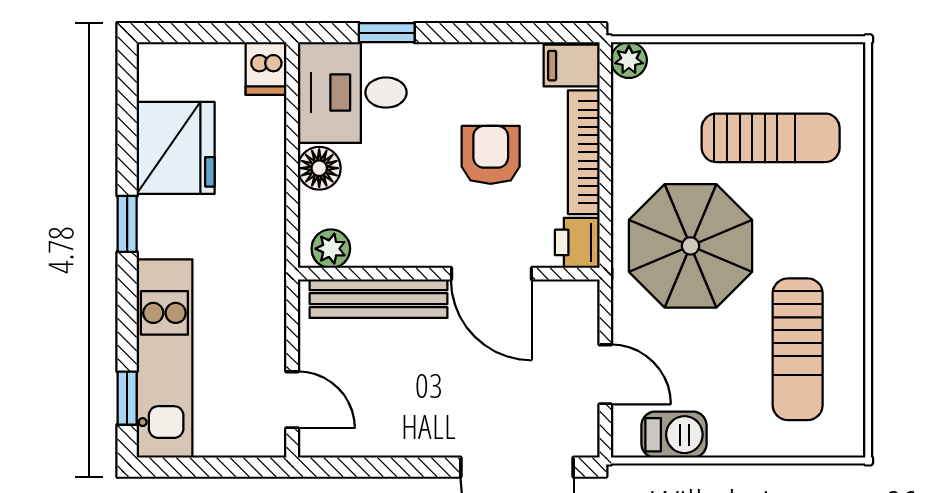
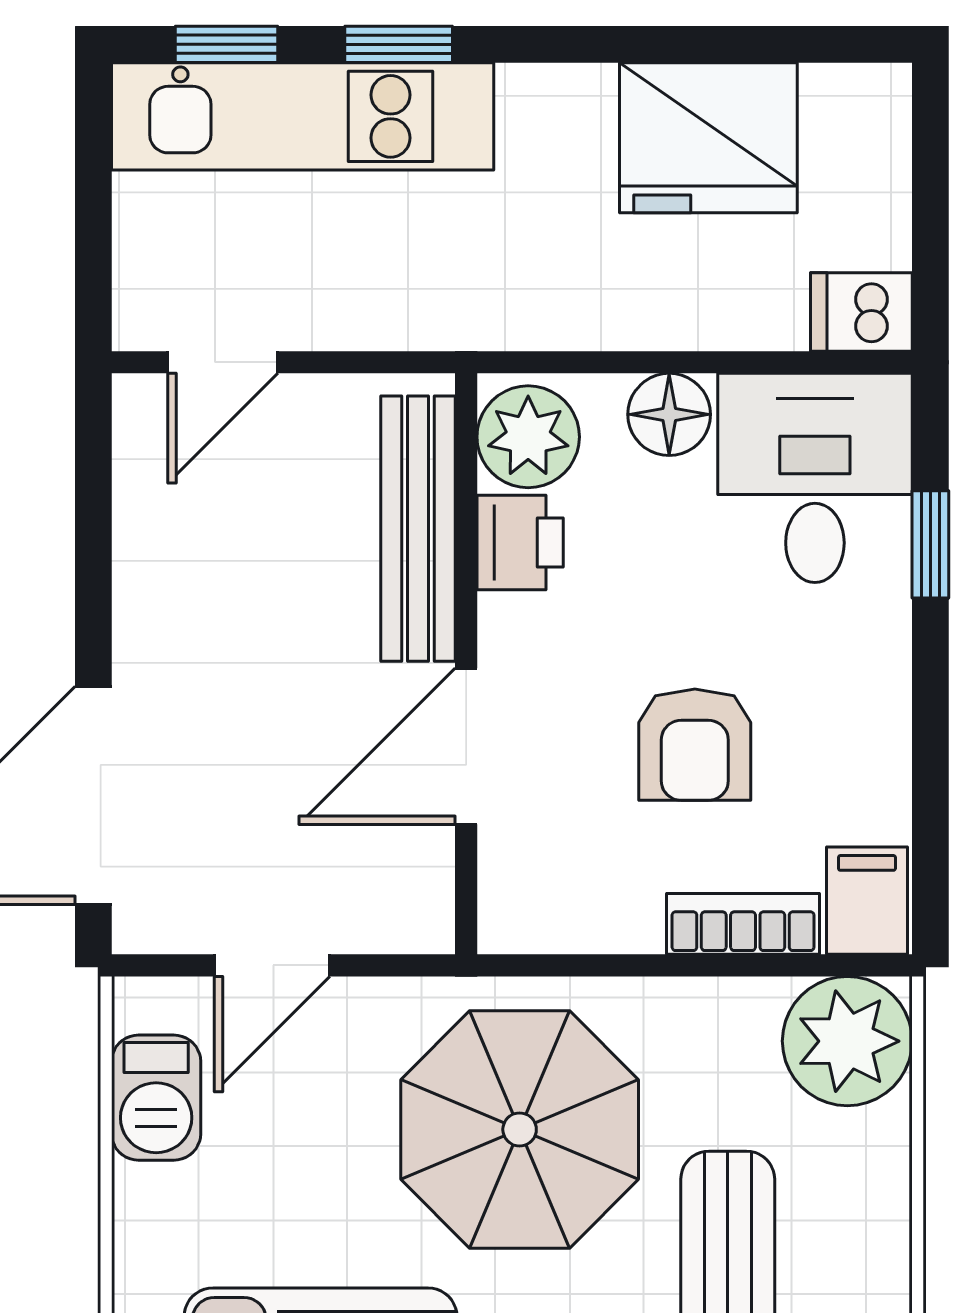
plant: (629, 60) -> (847, 1041), width x1.88, depth x1.88
bookcase: (584, 152) -> (743, 924), width x0.64
armchair: (491, 155) -> (695, 745), turned 90
window: (127, 224) -> (399, 44), moved
printer: (577, 242) -> (520, 543), moved, turned 90
plant: (331, 249) -> (528, 437), width x1.38, depth x1.38

